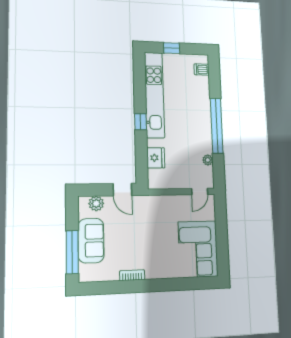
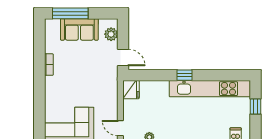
fridge: (156, 158) -> (131, 90), moved, turned -90
door: (122, 190) -> (123, 57), swing flipped

